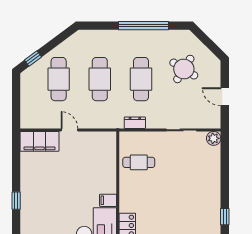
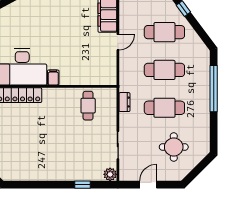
window: (143, 26) -> (214, 89), moved
round table: (184, 69) -> (174, 147), turned -32
window: (225, 217) -> (82, 185), moved

